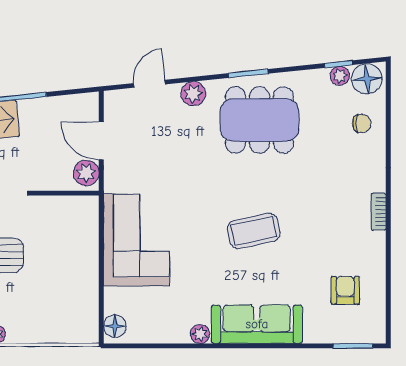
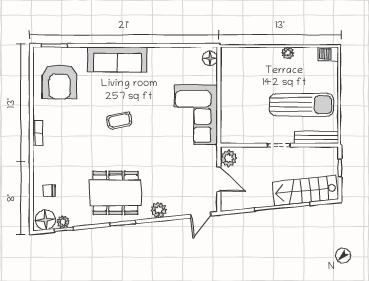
door: (149, 84) -> (201, 215), moved
coffee table: (254, 231) -> (119, 120), width x0.73, depth x0.77
armchair: (345, 290) -> (59, 82), width x1.88, depth x1.88
plant: (200, 334) -> (154, 53), removed

